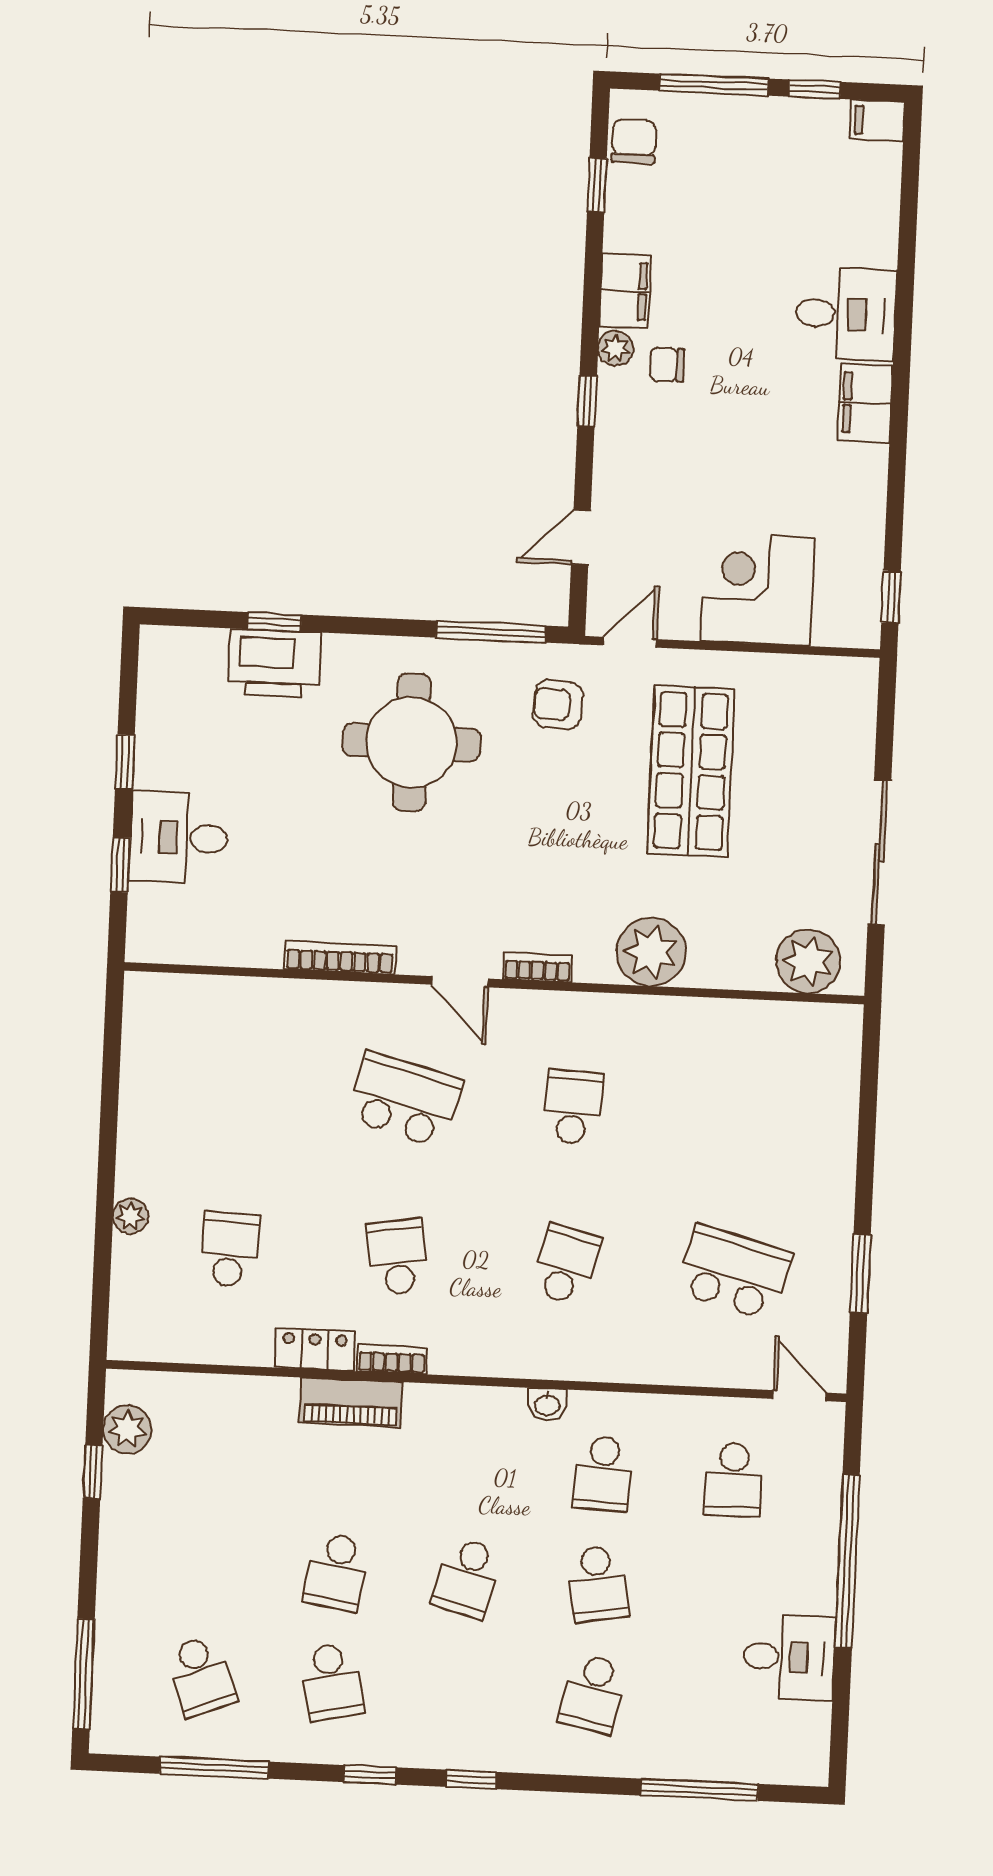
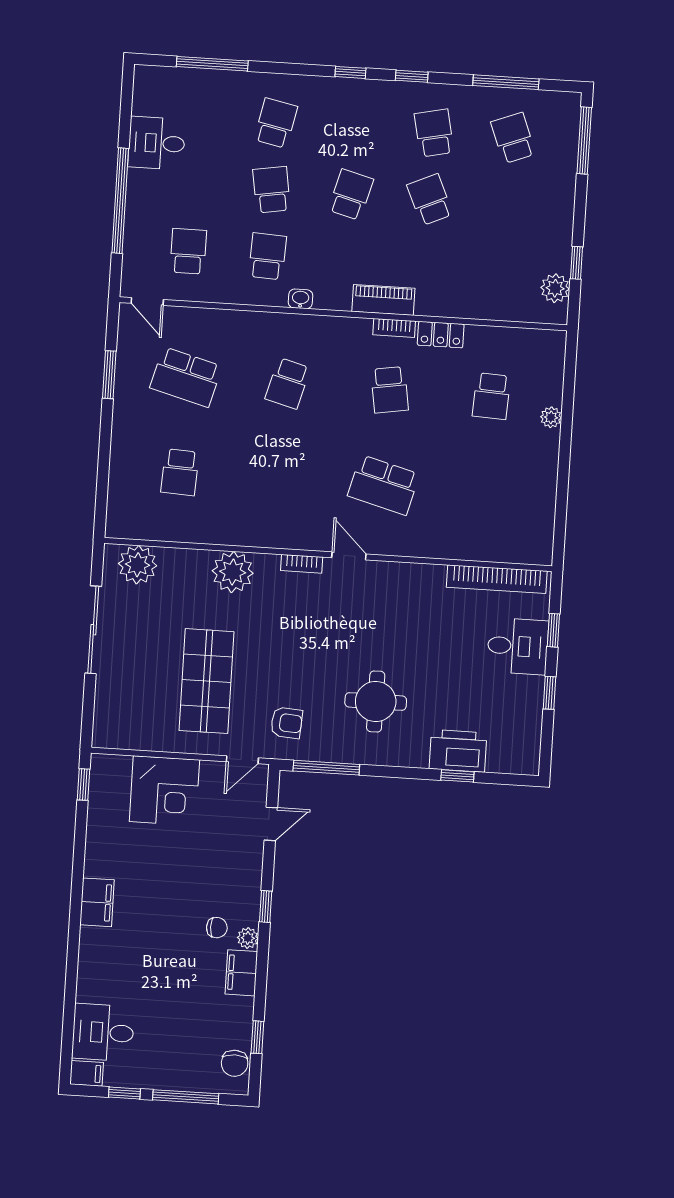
desk: (846, 314) -> (103, 1032), moved
round table: (411, 742) -> (376, 701), width x0.73, depth x0.73
bookcase: (340, 958) -> (497, 579), moved, width x1.48, depth x1.31
school desk: (573, 1107) -> (180, 472), moved
piano: (351, 1402) -> (383, 300), moved
school desk: (337, 1572) -> (430, 200), turned -33

